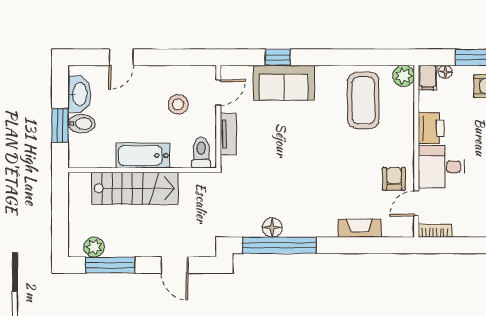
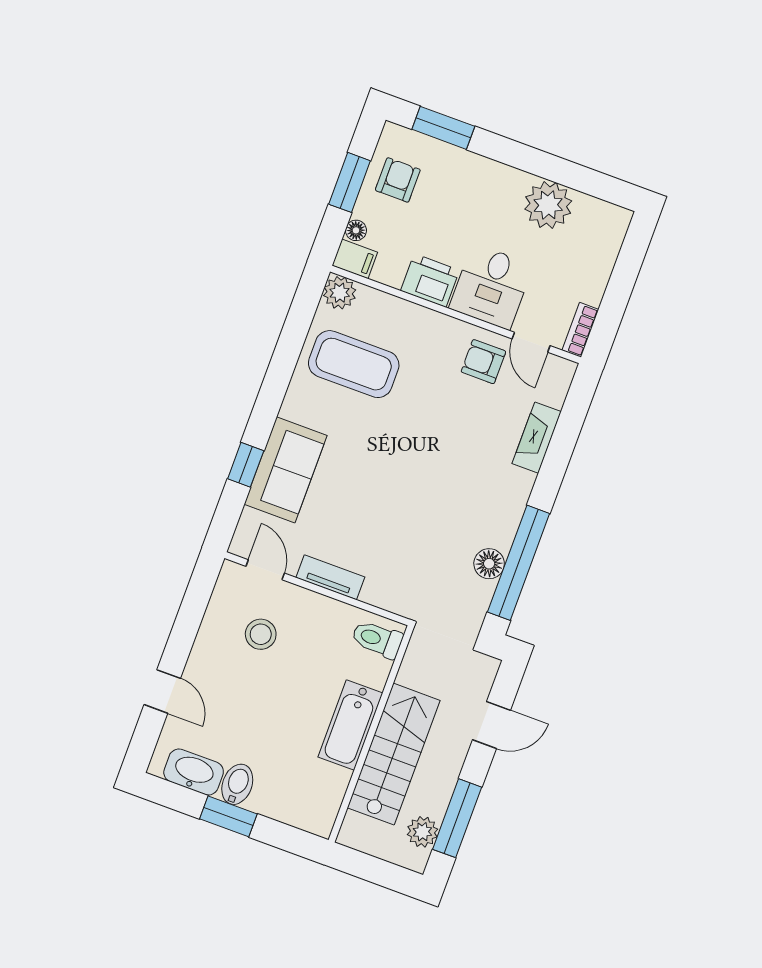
toilet: (201, 152) -> (377, 639), moved
bathtub: (143, 155) -> (350, 725), moved
wall: (142, 170) -> (371, 734), moved
stairs: (135, 188) -> (394, 754), moved

